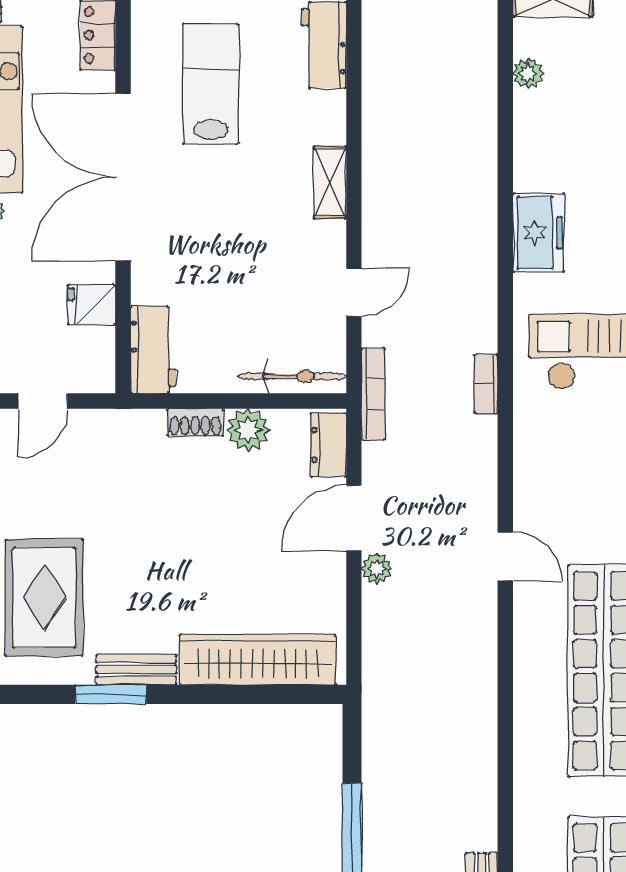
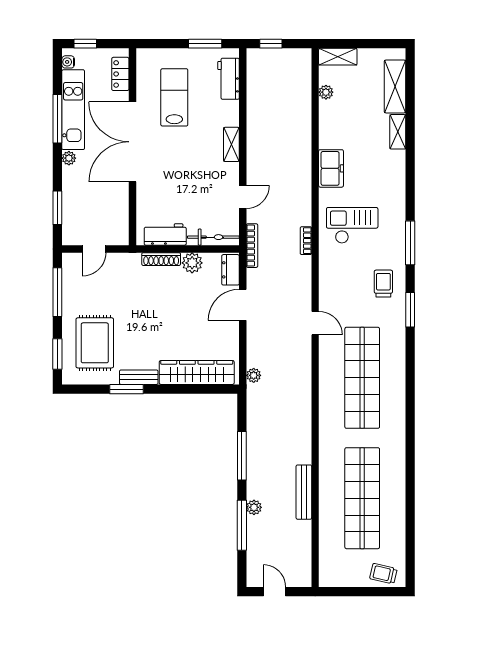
fridge: (92, 305) -> (117, 203), removed
workbench: (153, 350) -> (165, 234), moved, turned -90
shoe rack: (195, 422) -> (161, 259), width x1.43
plant: (377, 569) -> (254, 375), moved

